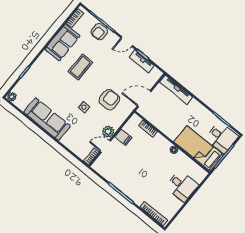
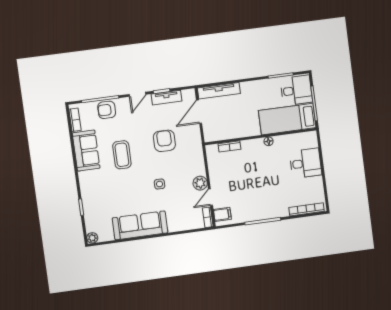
armchair: (99, 32) -> (107, 110), turned 90
door: (144, 99) -> (199, 112), moved
armchair: (109, 100) -> (164, 141), moved
filing cabinet: (123, 137) -> (222, 214), moved

